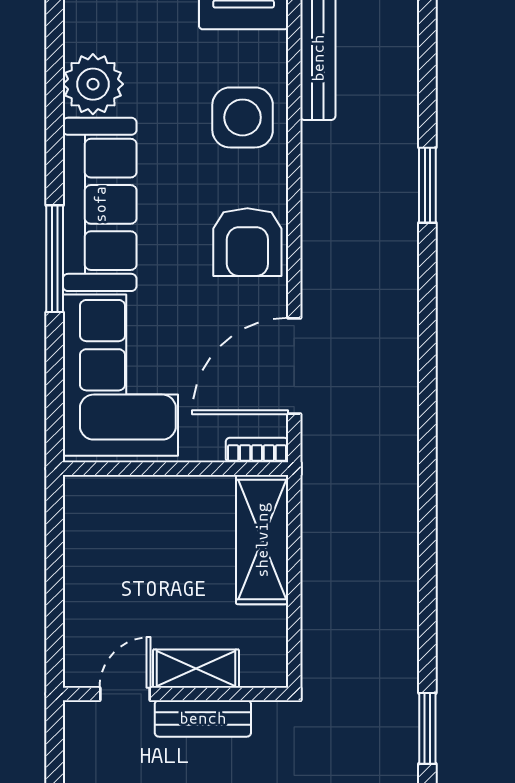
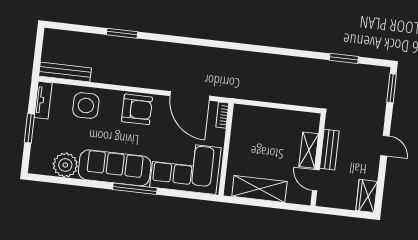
shelving: (262, 540) -> (259, 189), moved

